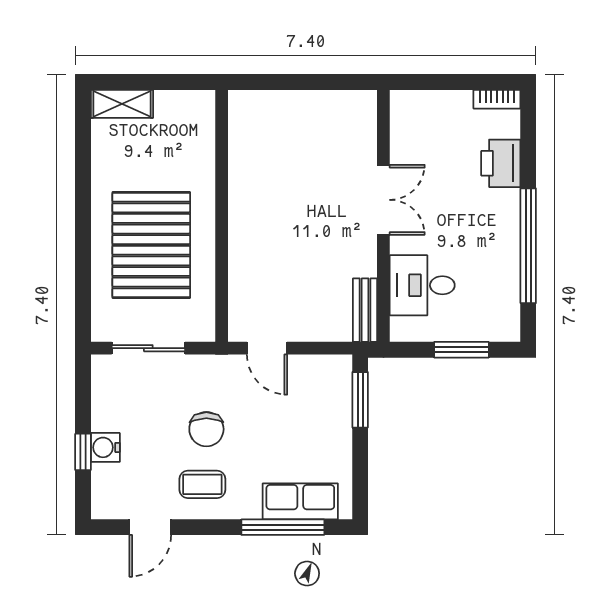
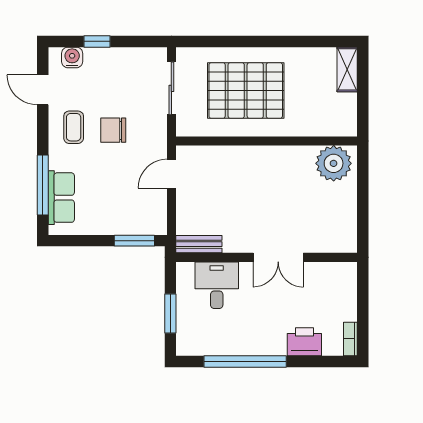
plant: (253, 123) -> (334, 163), added
water cooler: (105, 447) -> (72, 57), moved

